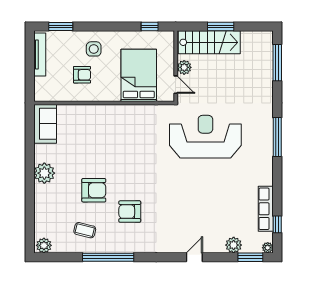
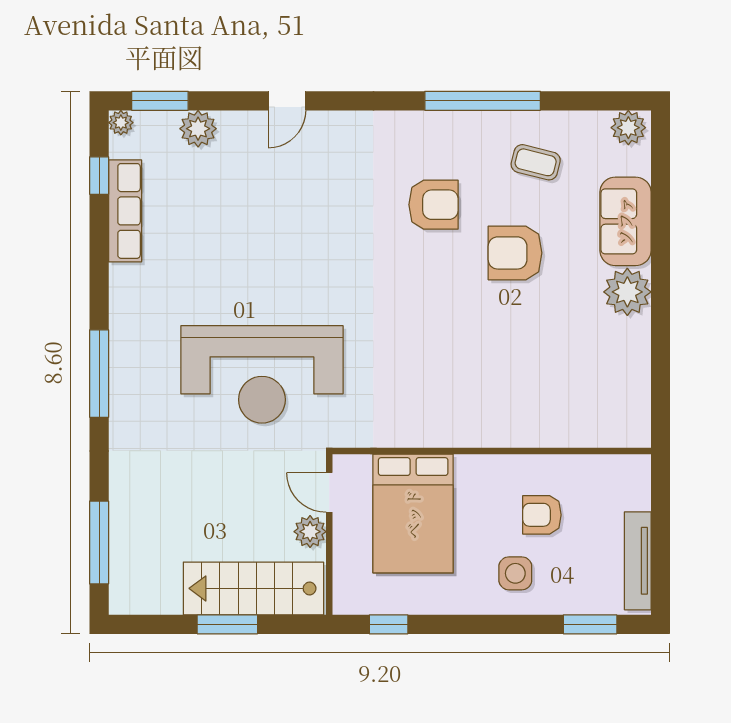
sofa: (45, 124) -> (625, 221), moved

